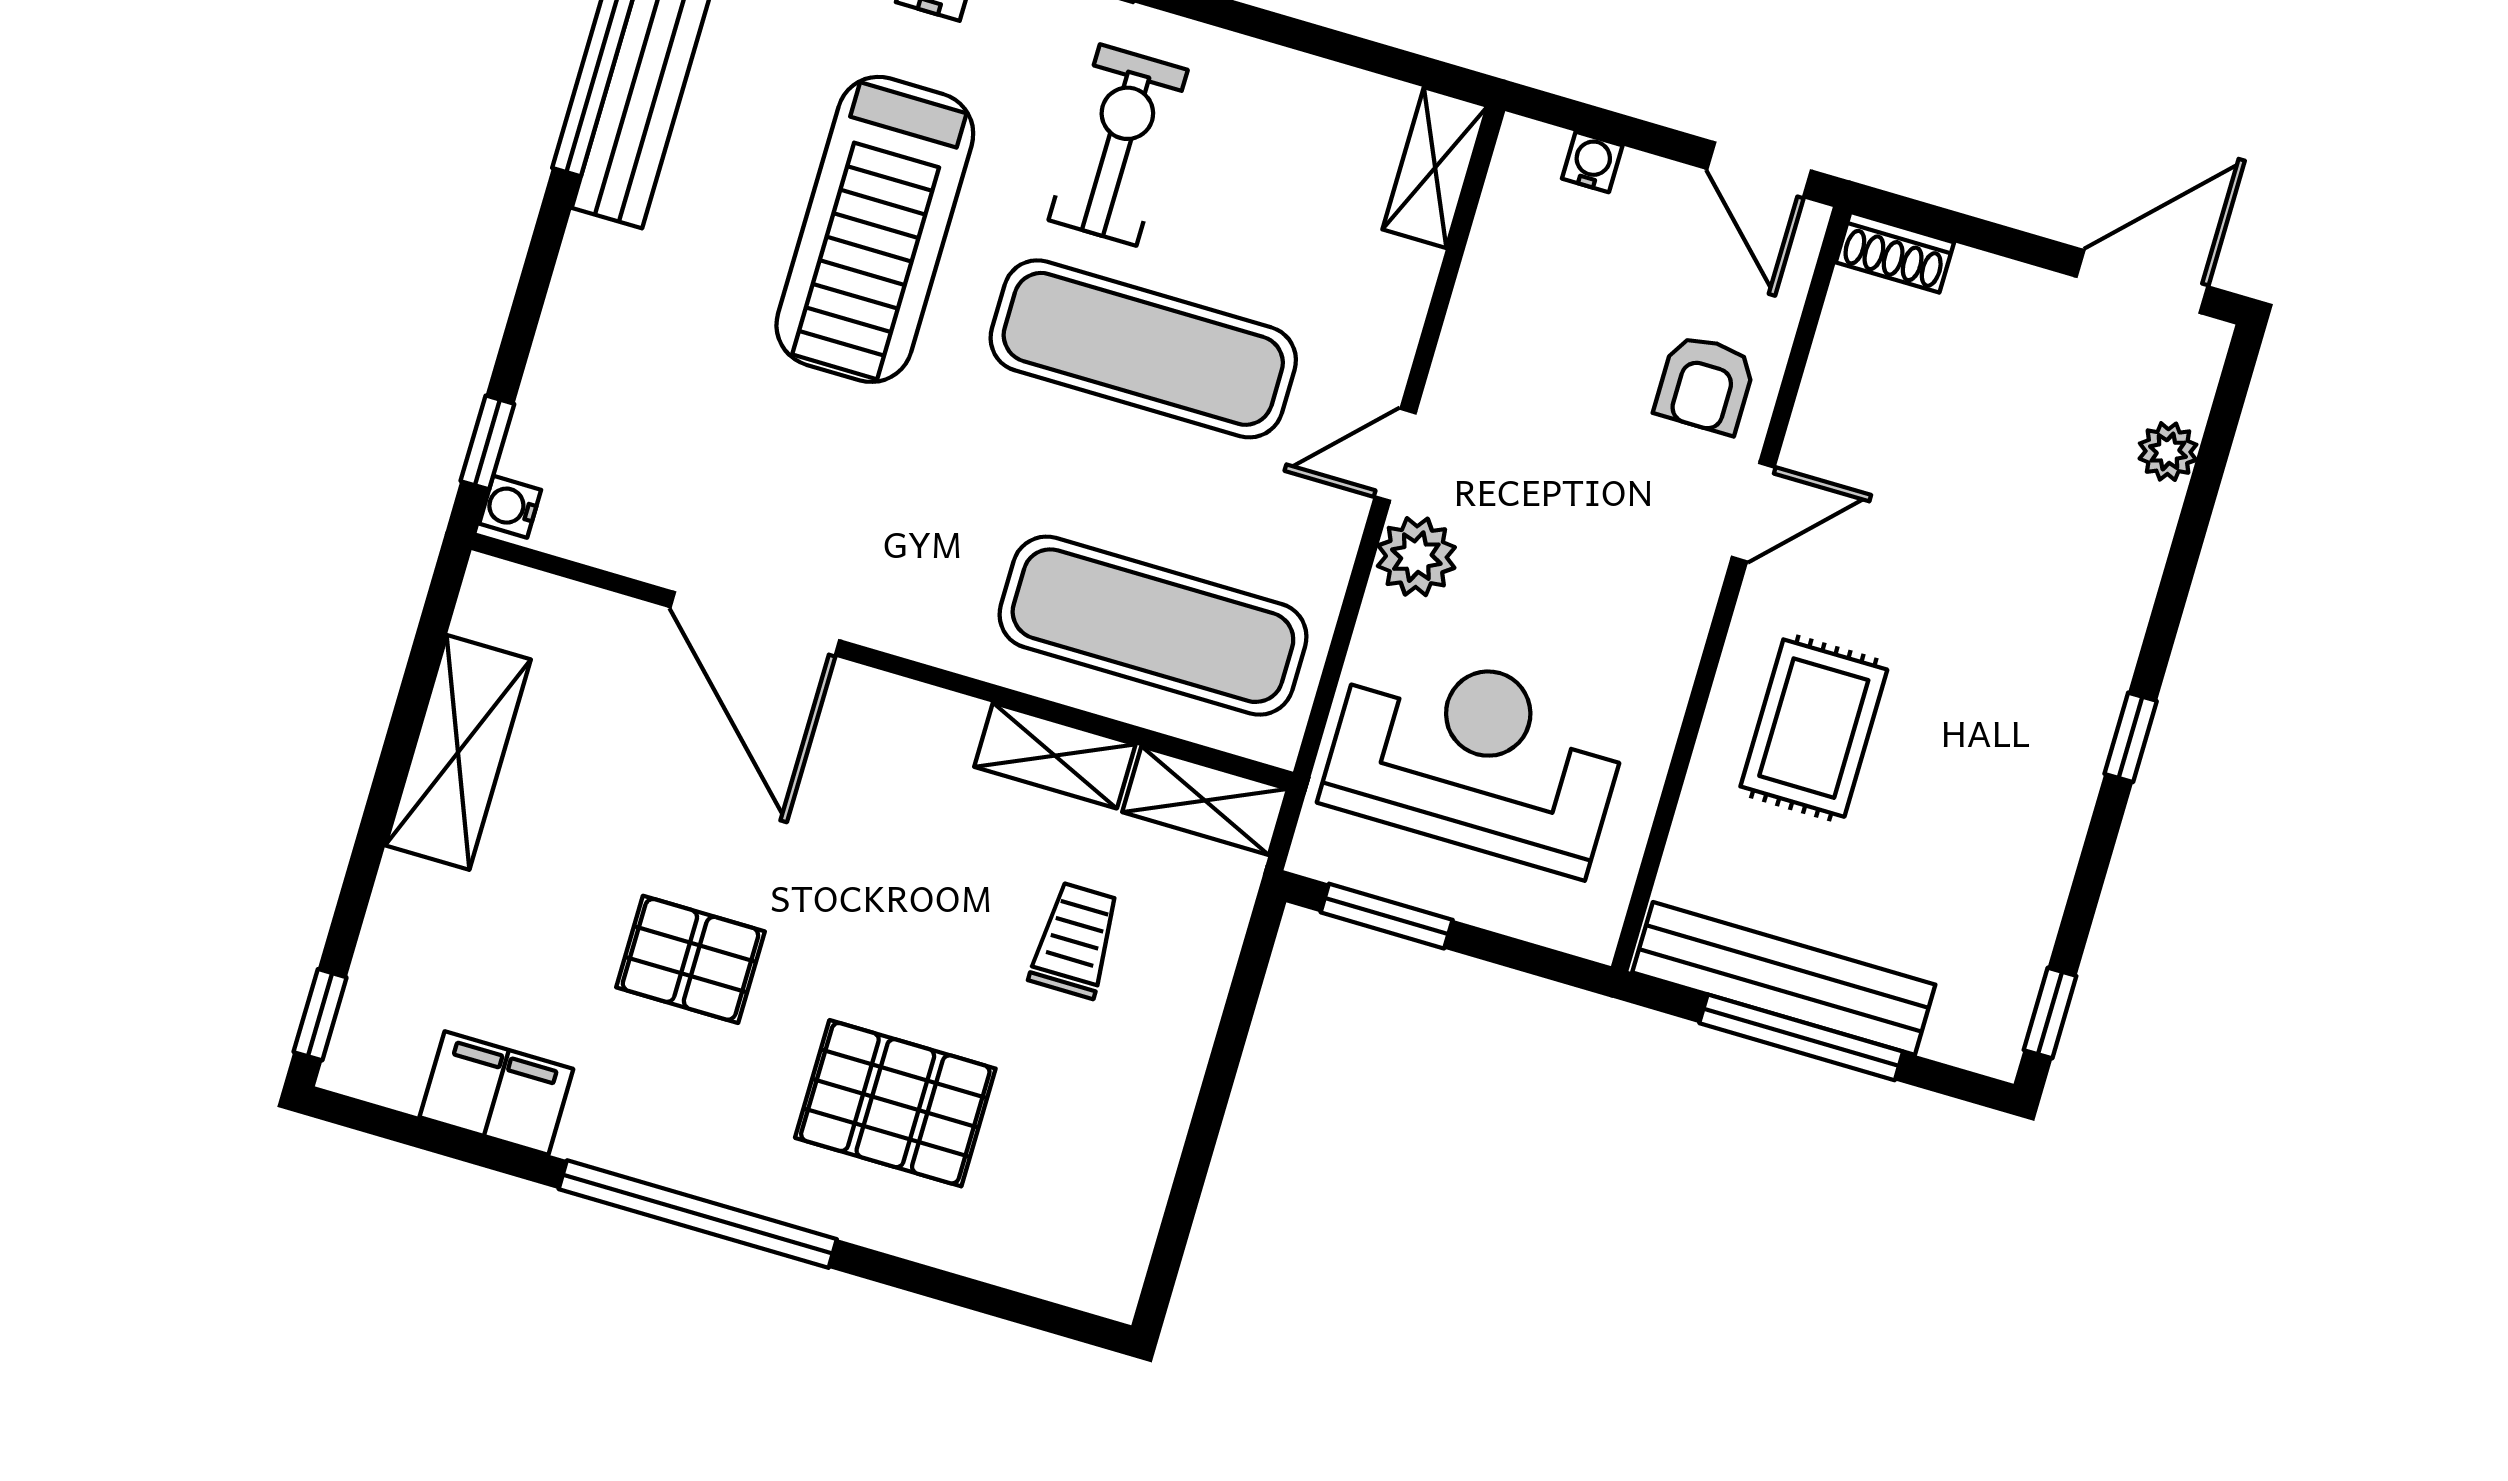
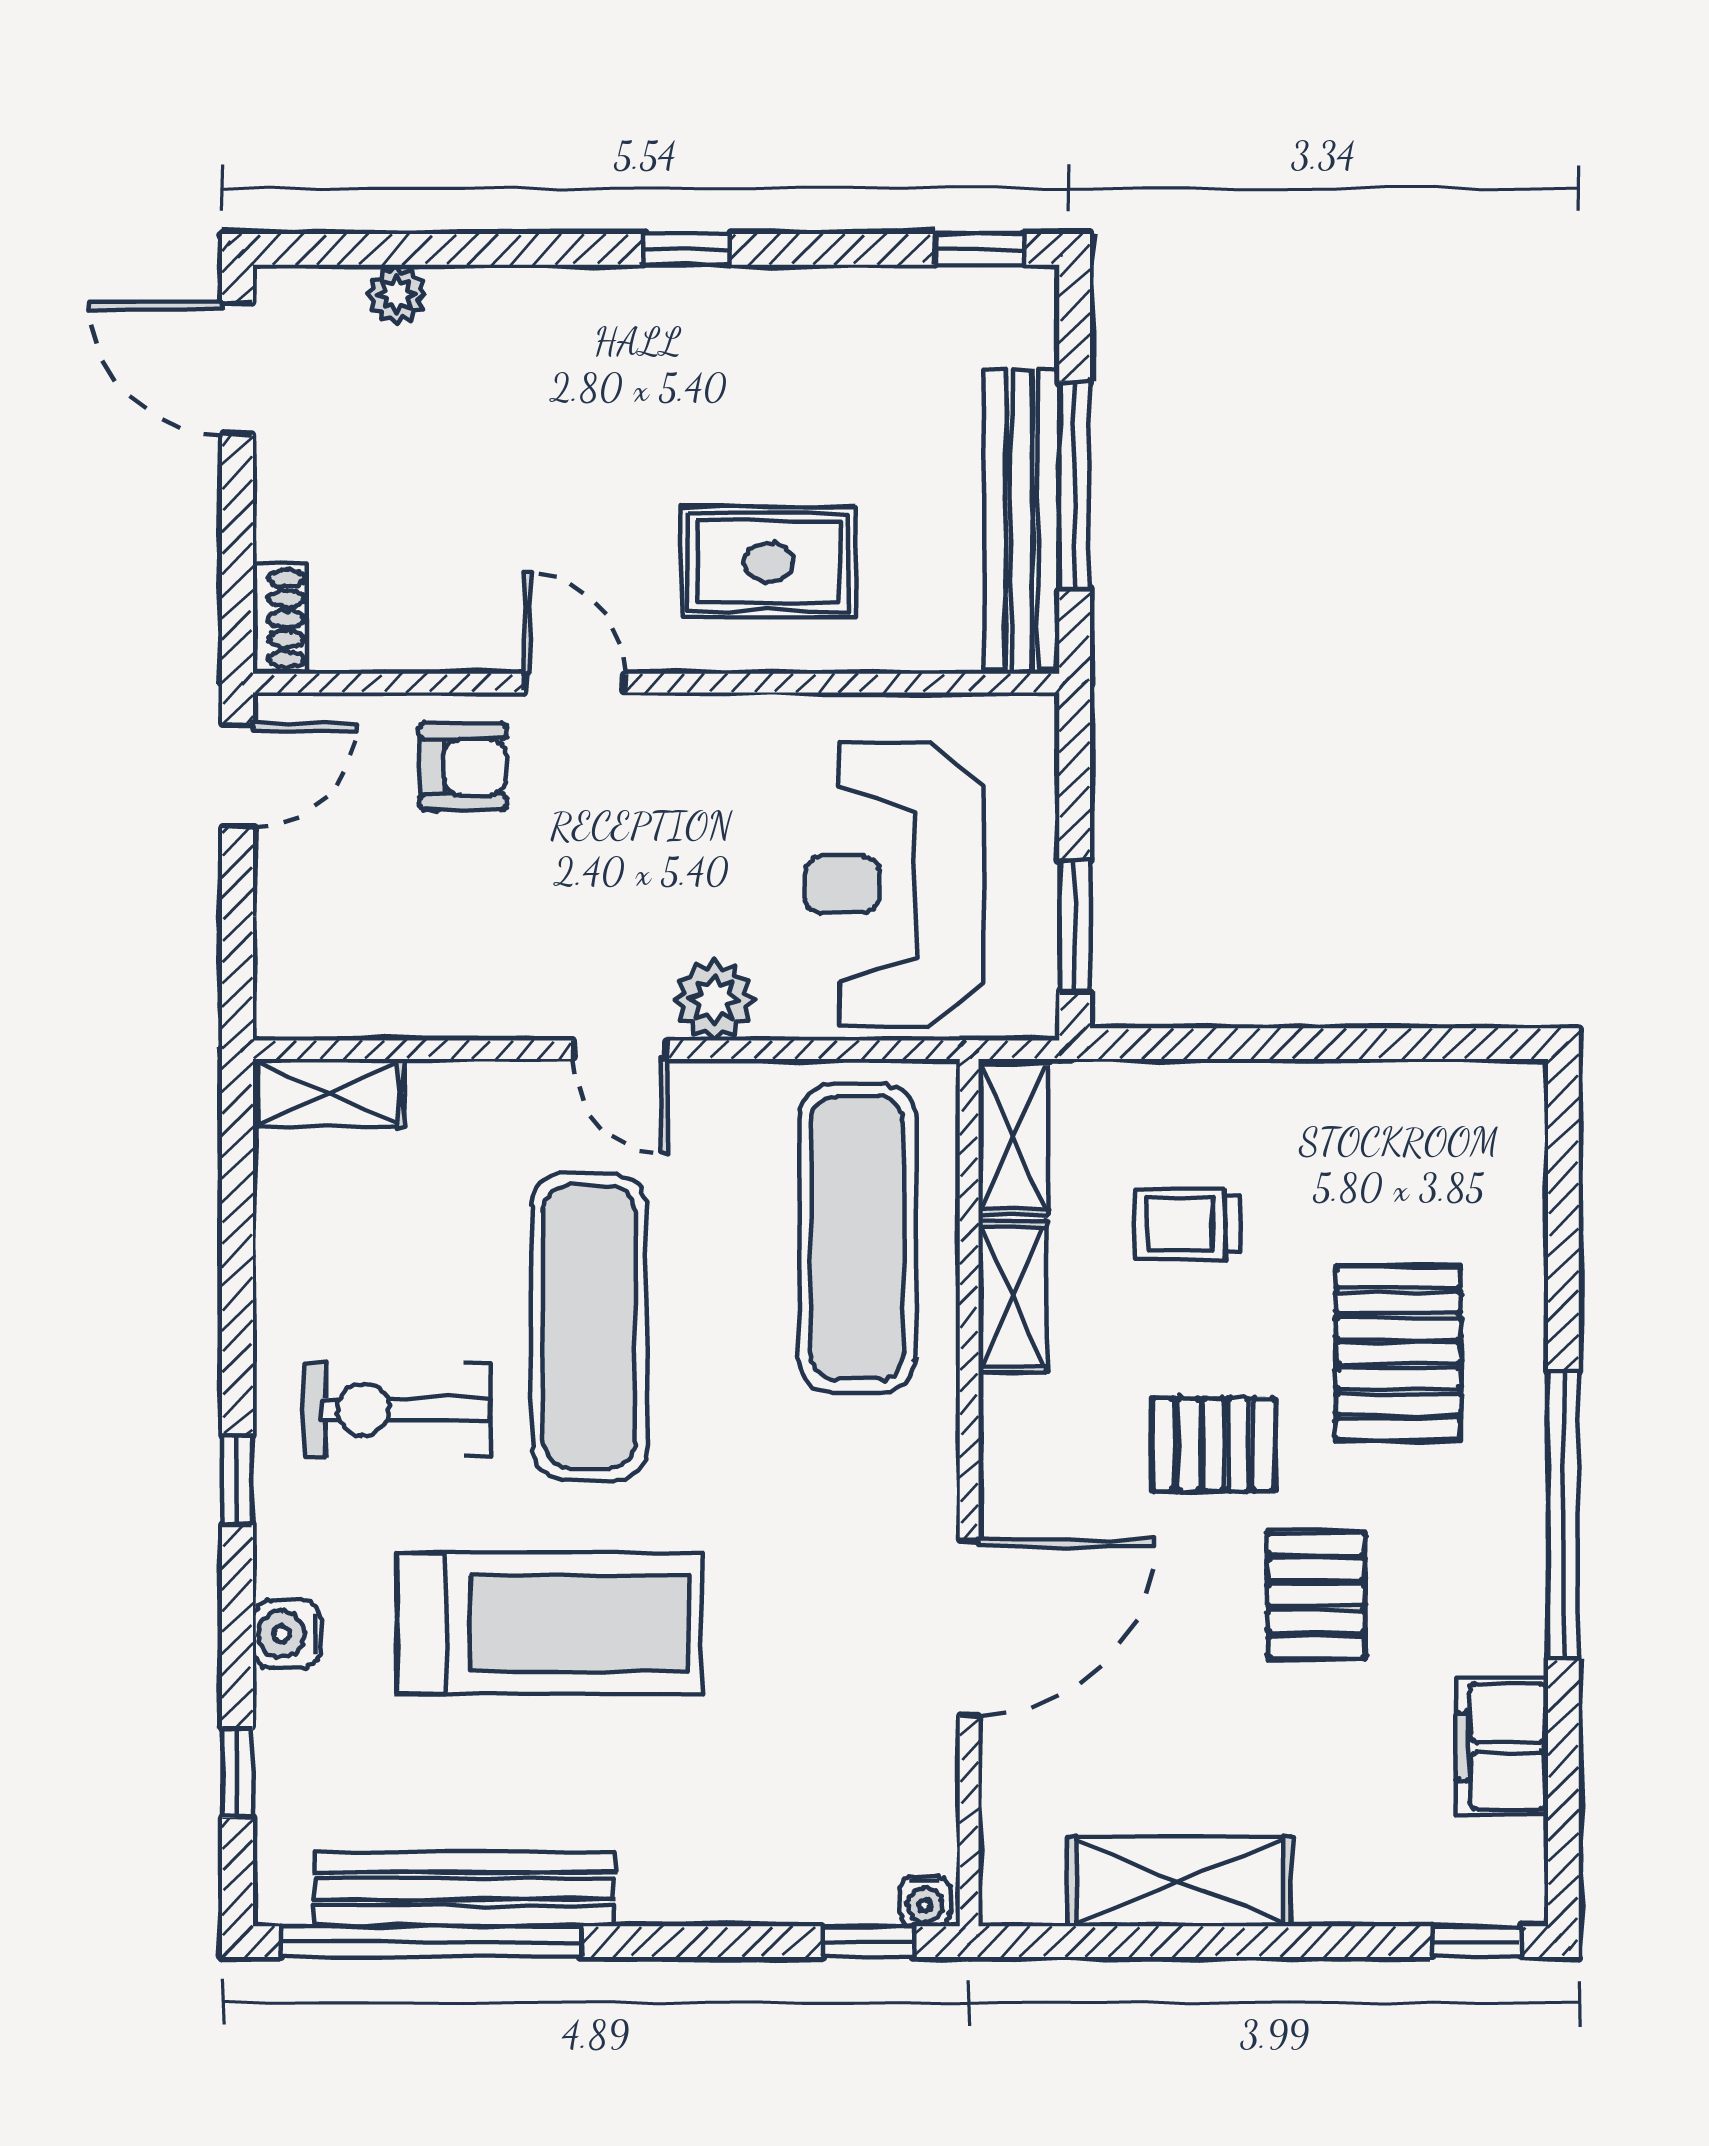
water cooler: (1592, 162) -> (278, 941), removed
pallet: (860, 904) -> (1213, 1444), added

